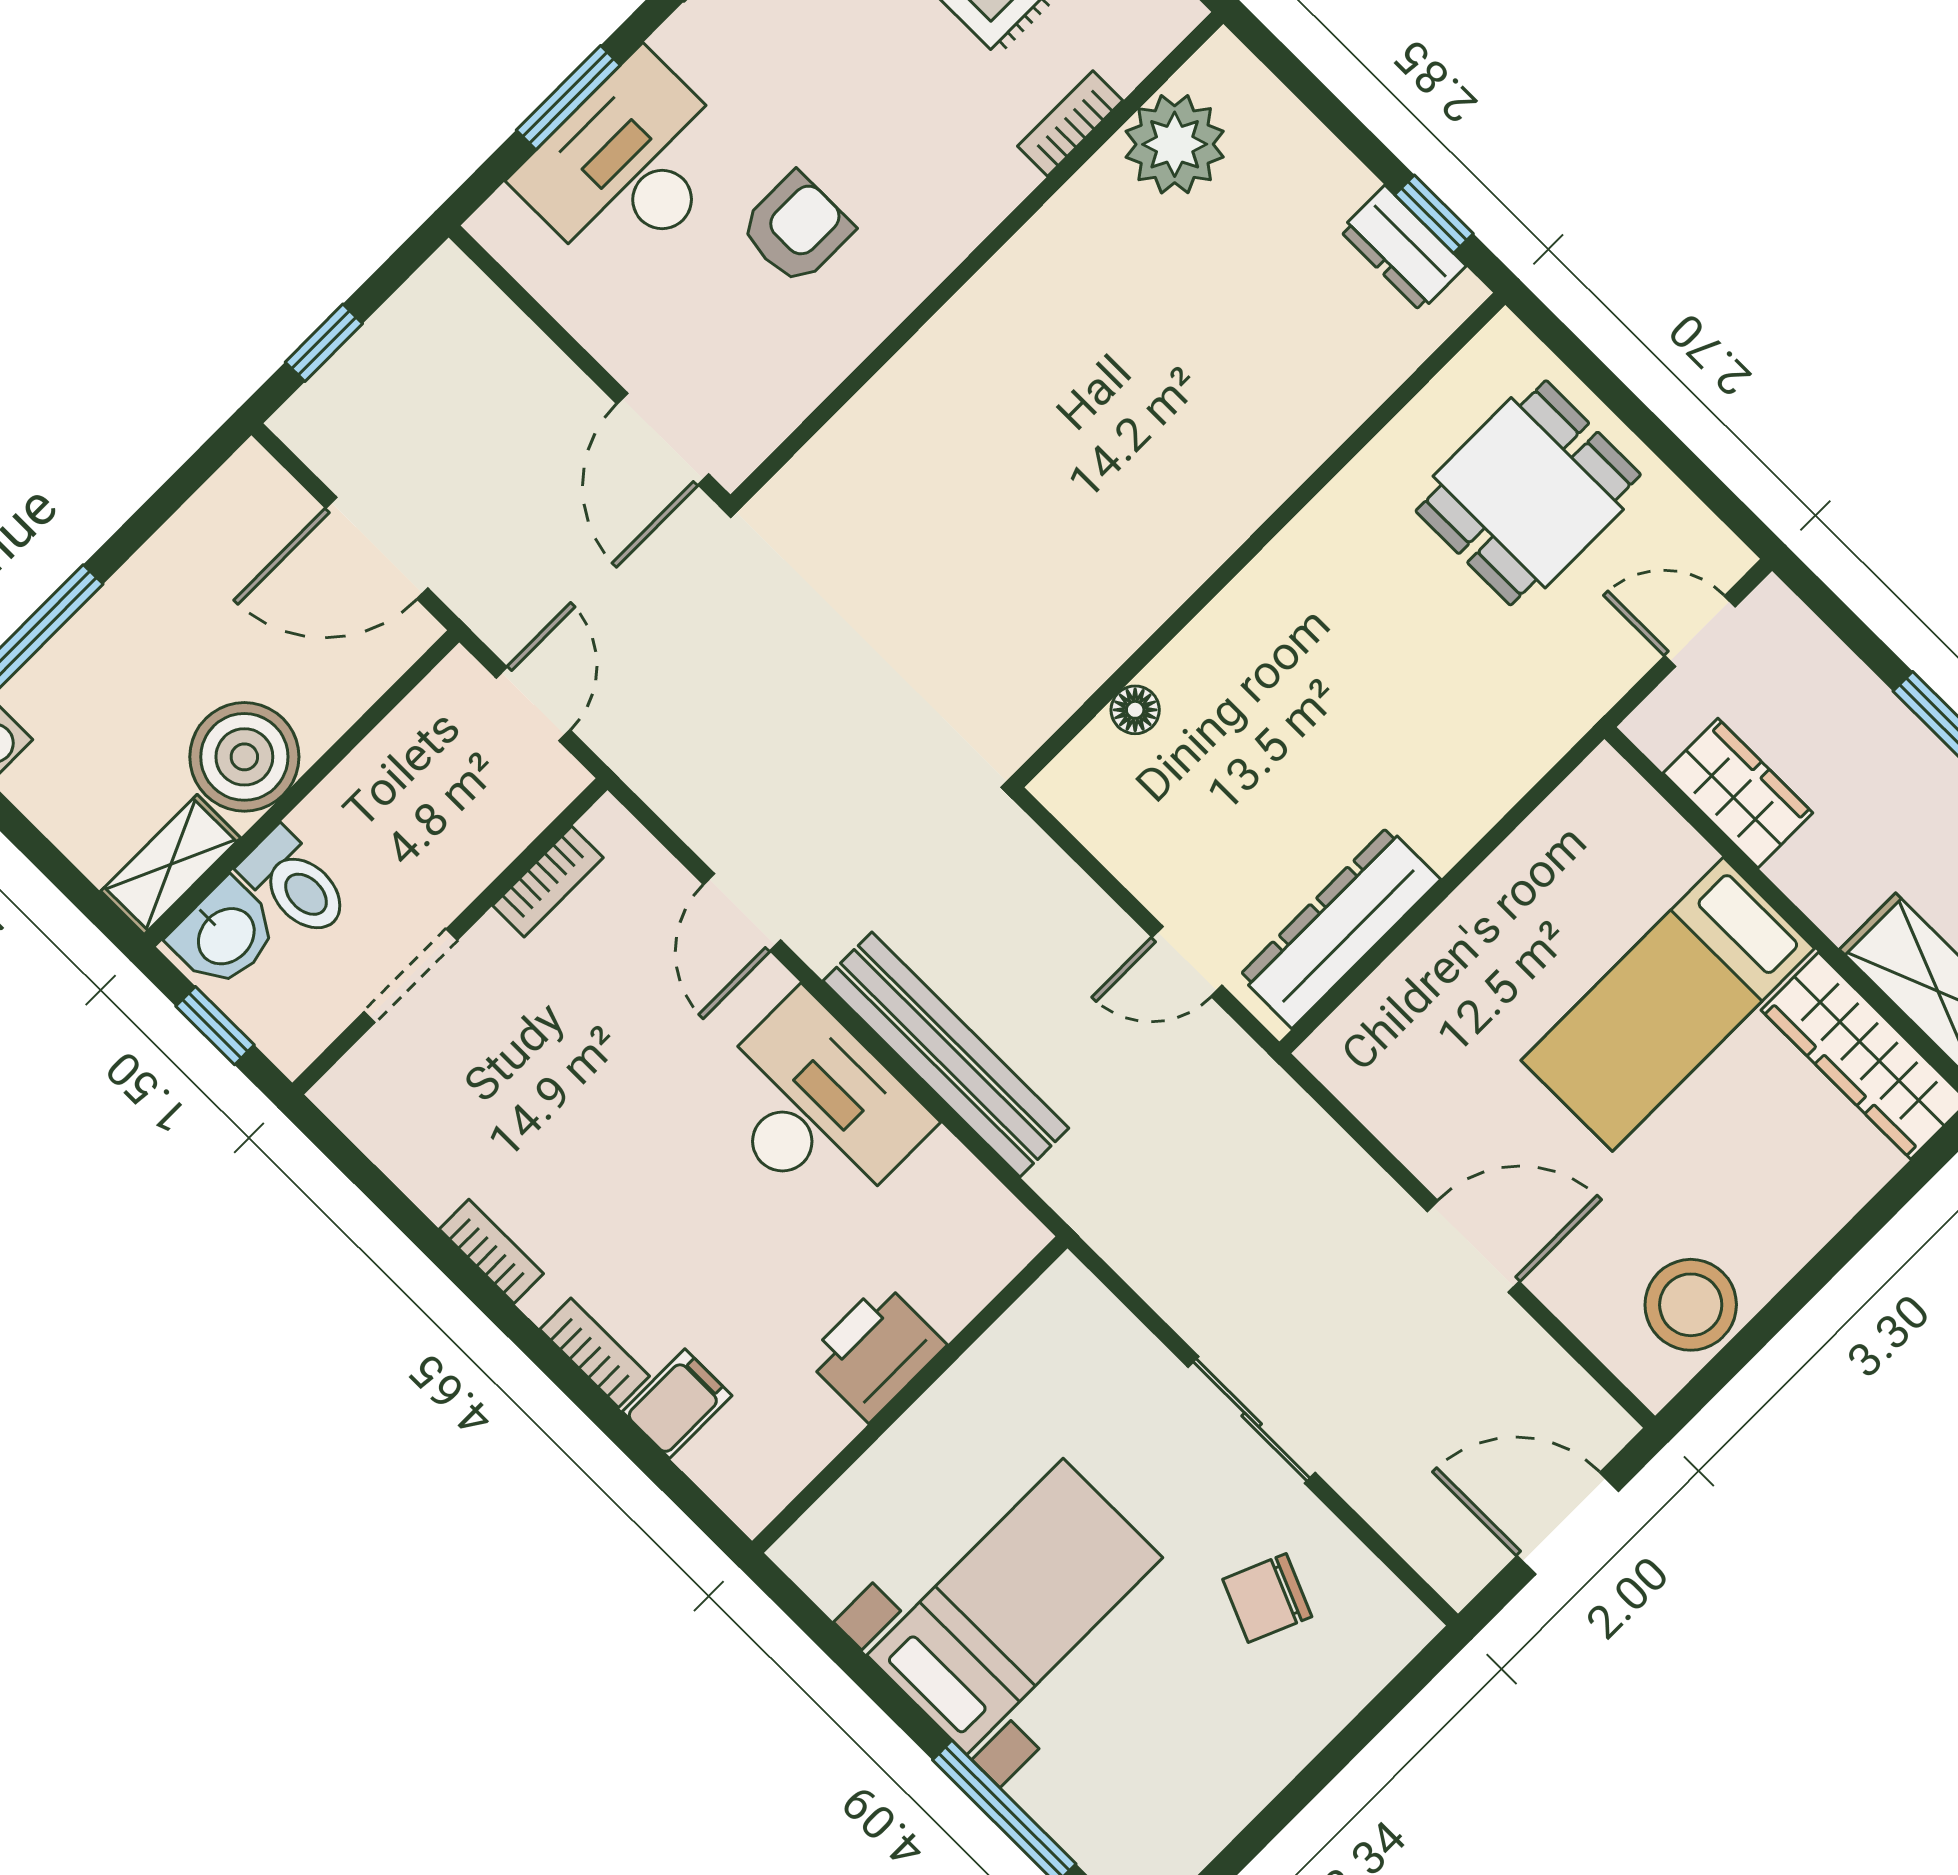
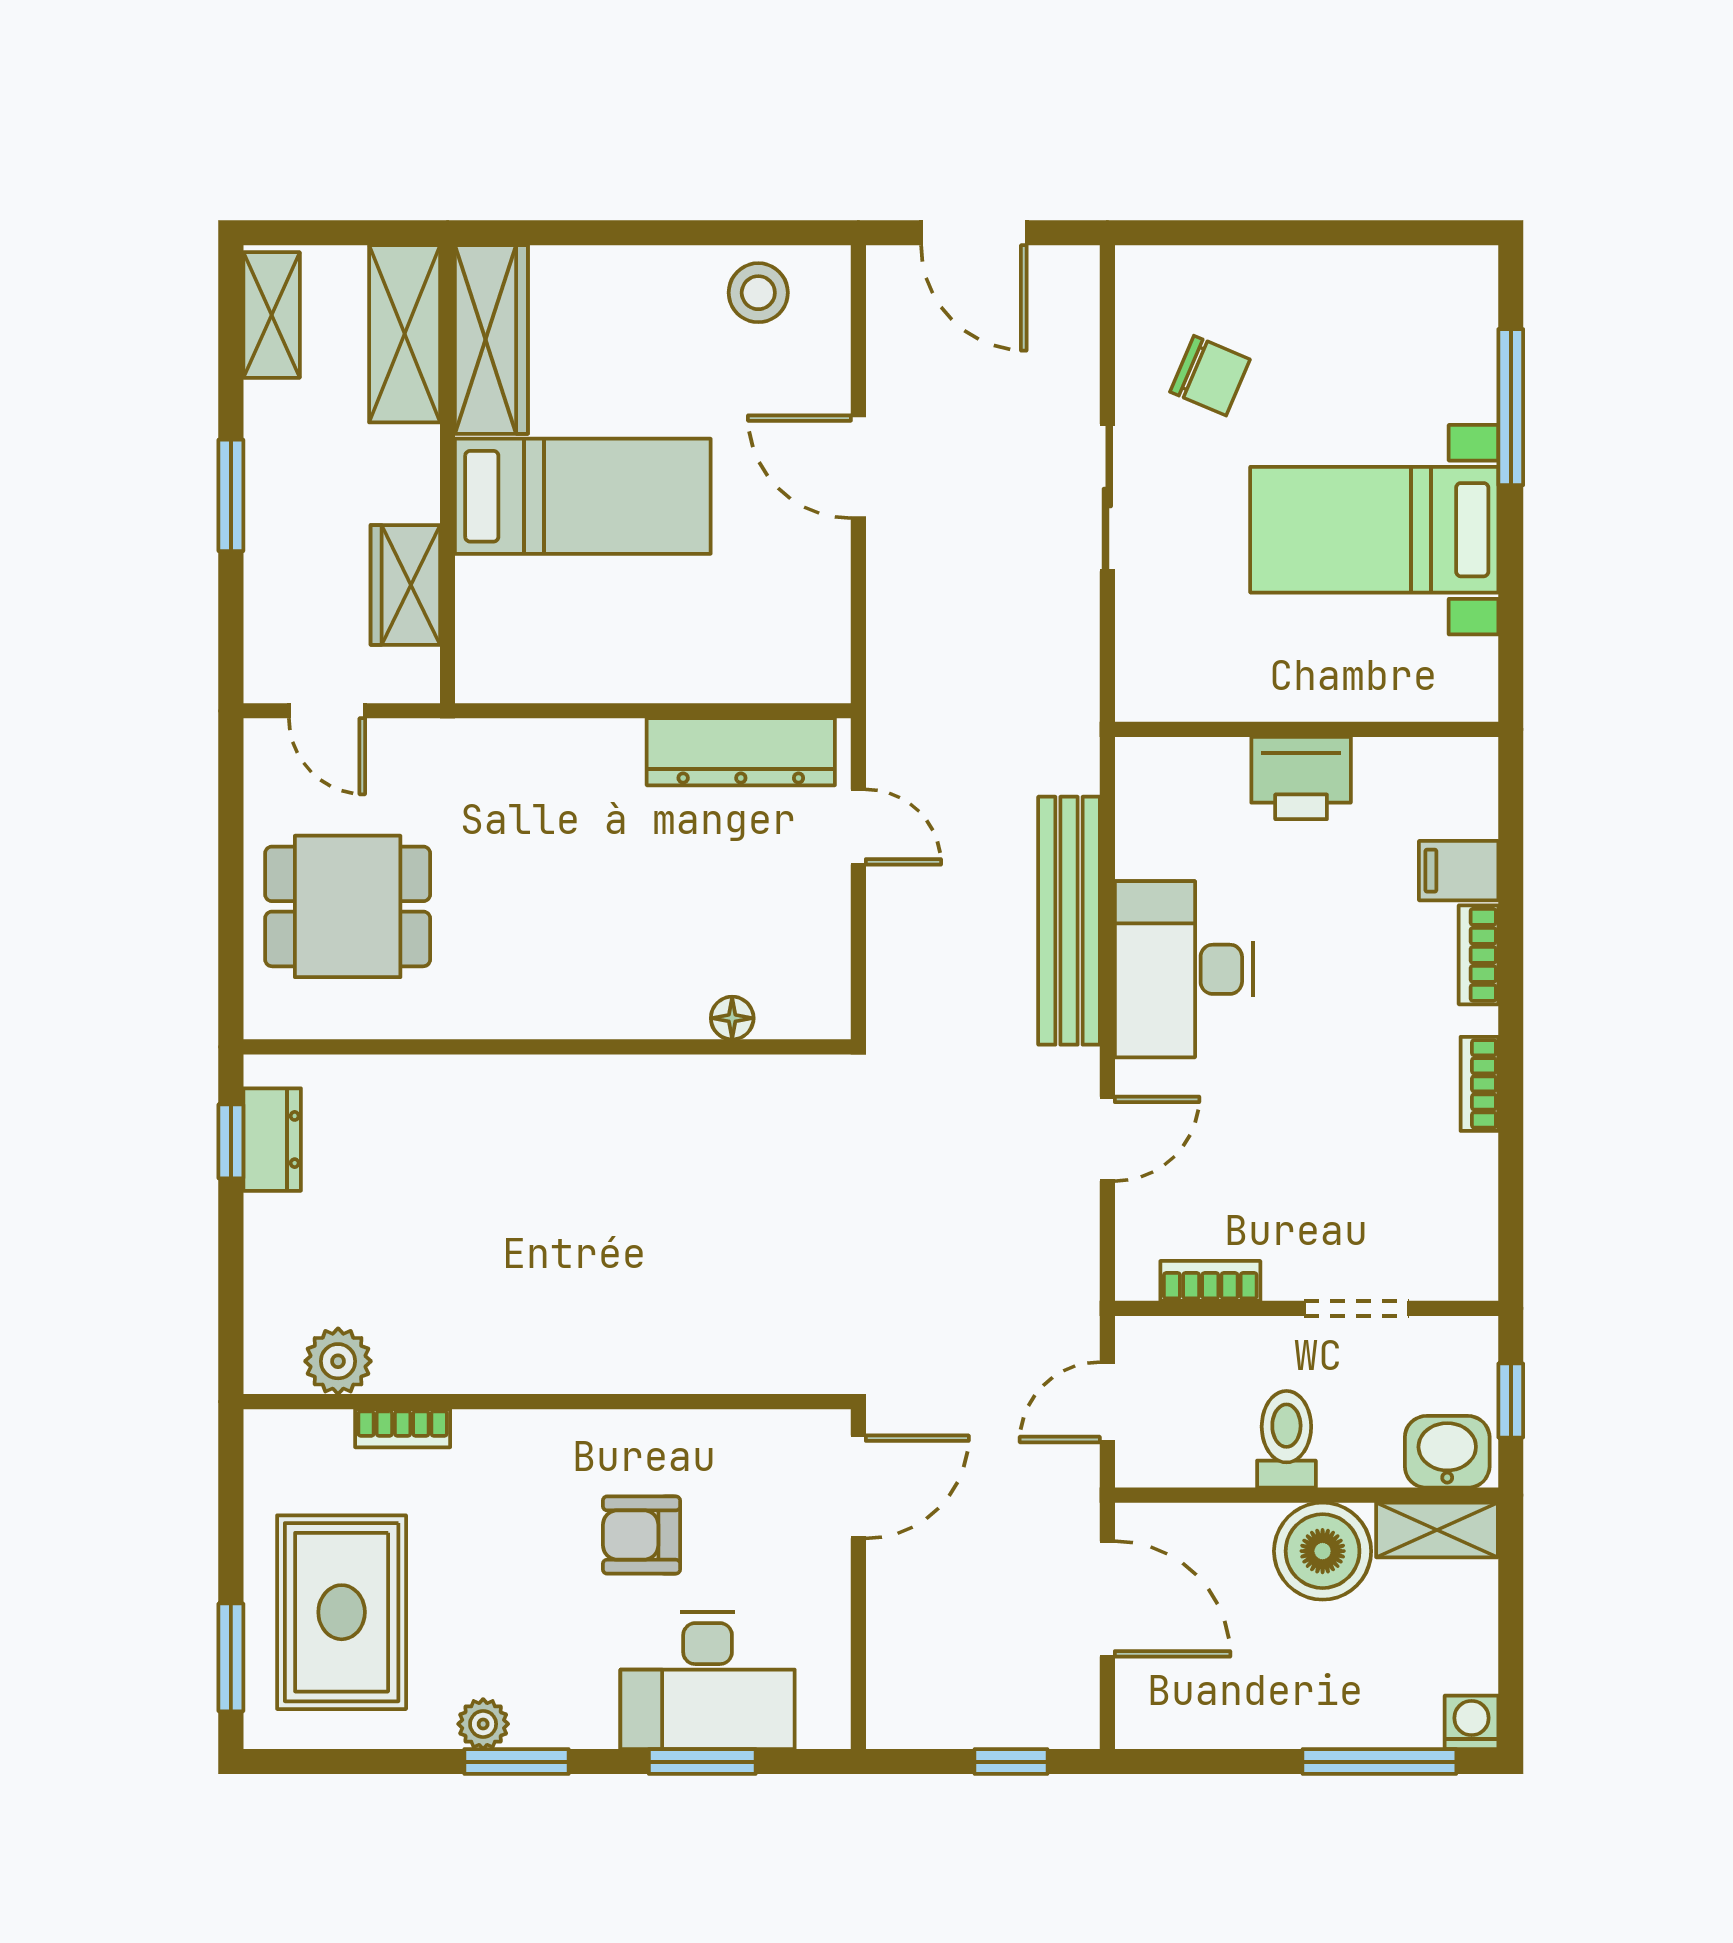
plant: (1175, 144) -> (338, 1361), width x0.73, depth x0.73
toilet: (295, 884) -> (1286, 1439), moved
stool: (1691, 1305) -> (758, 293), width x0.73, depth x0.73

